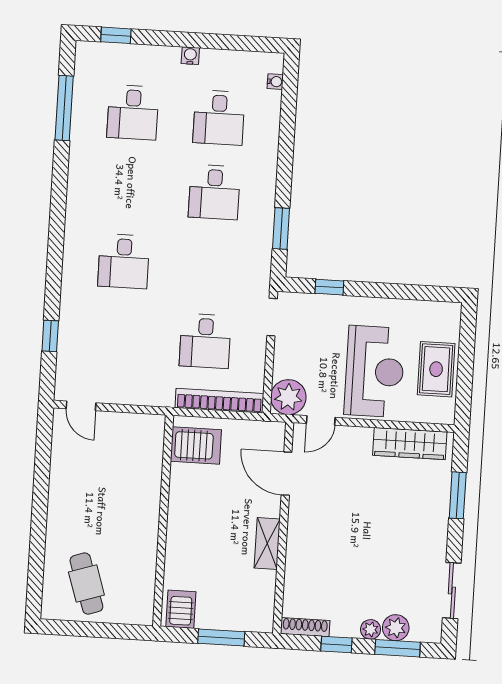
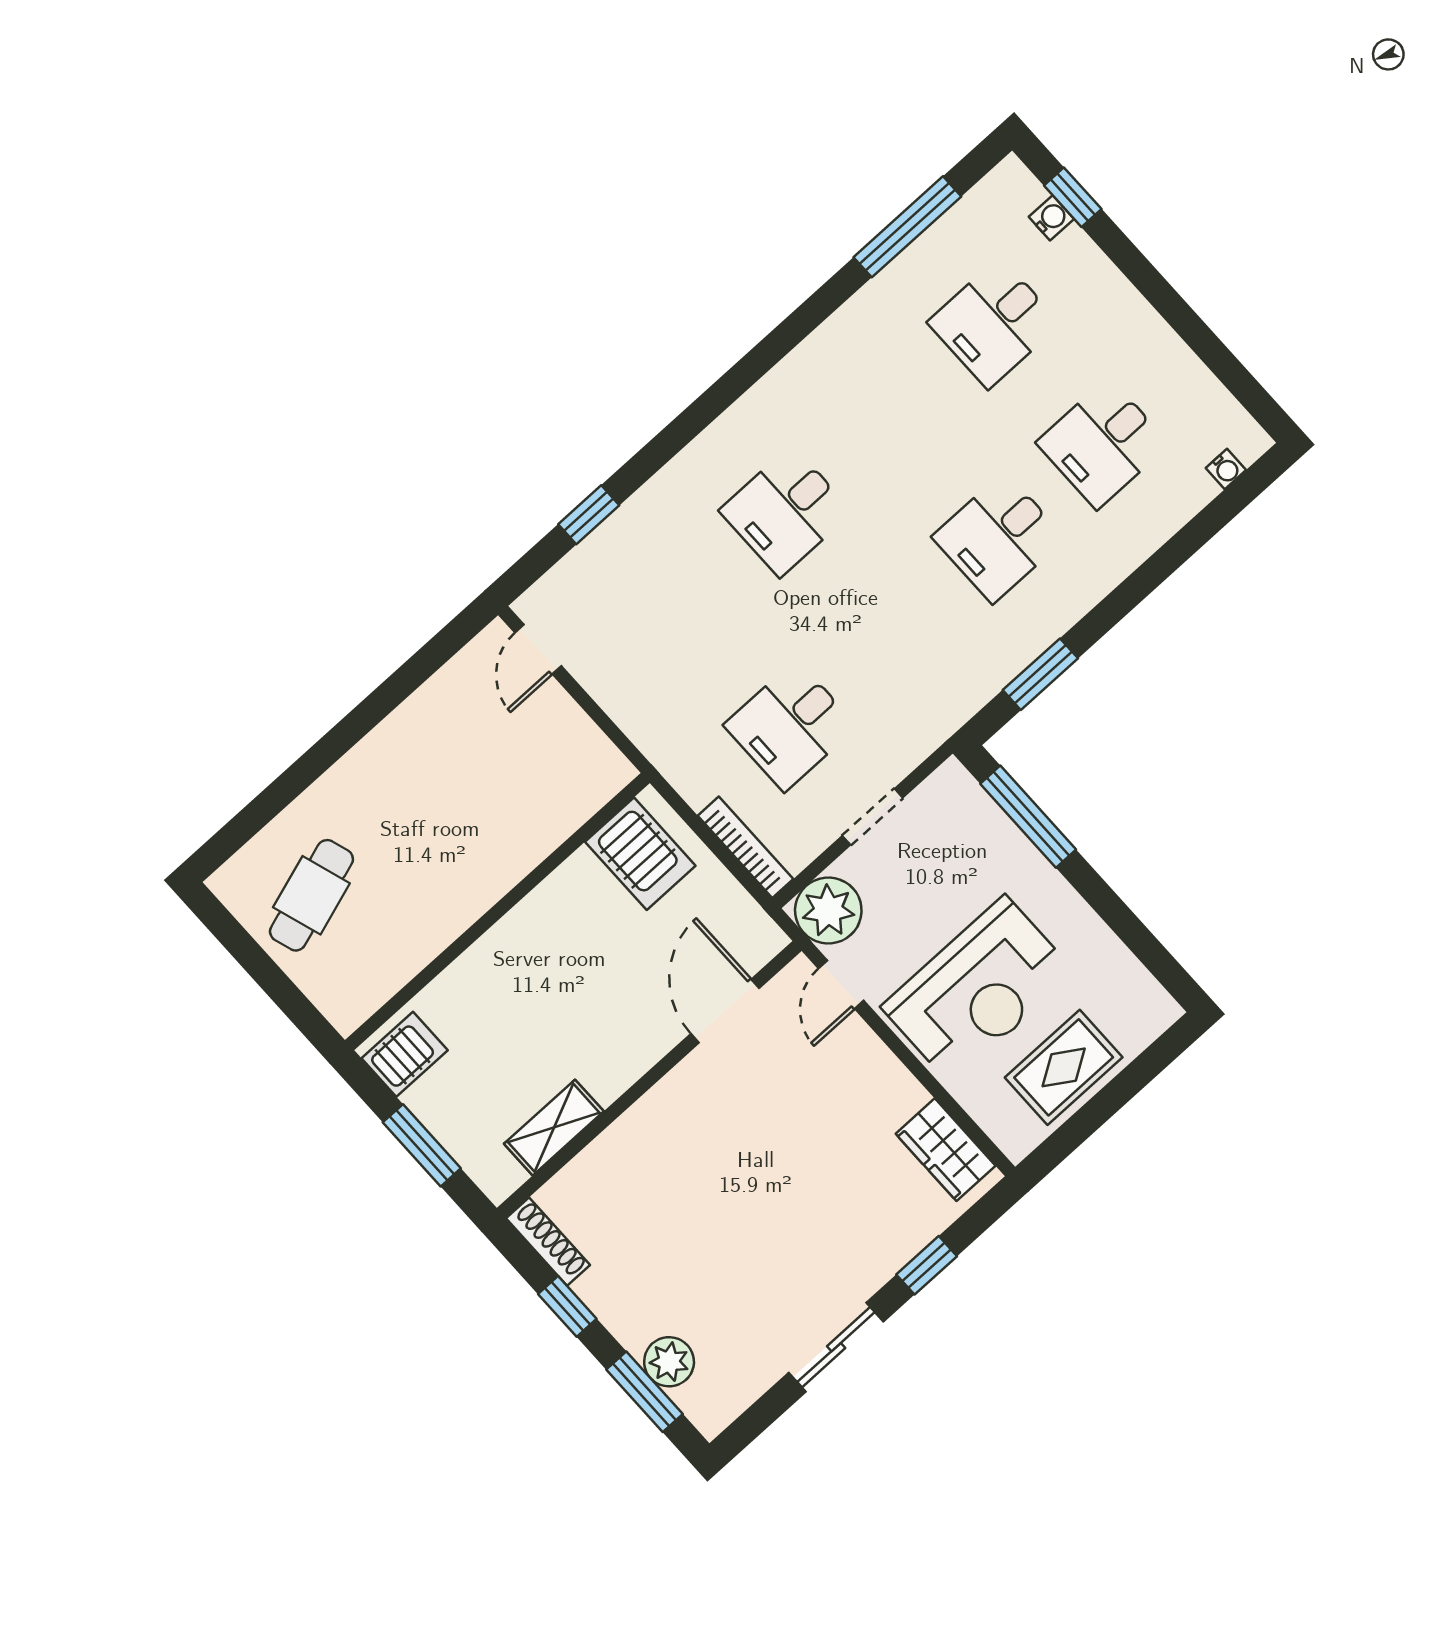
water cooler: (190, 56) -> (1051, 218), moved
window: (329, 287) -> (1028, 817), width x2.17
doorway: (272, 317) -> (873, 817), moved
bookcase: (219, 401) -> (745, 847), width x0.68, depth x0.76
door: (321, 420) -> (841, 985), hinge flipped
wardrobe: (410, 444) -> (946, 1150), width x0.67
window: (458, 495) -> (927, 1265), width x0.67
shelving: (267, 544) -> (554, 1128), moved
sliding door: (452, 591) -> (836, 1347), moved
plant: (371, 629) -> (633, 1331), removed

